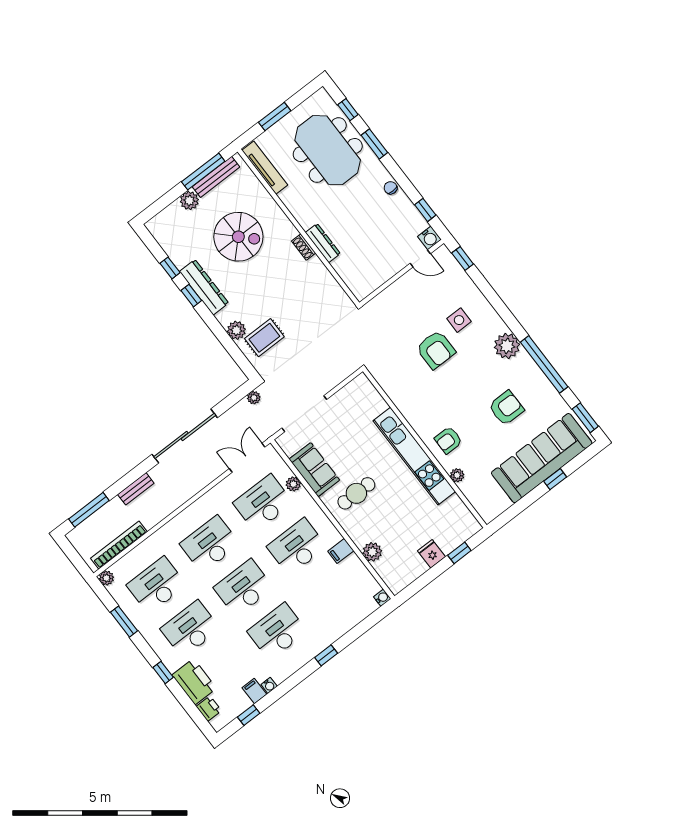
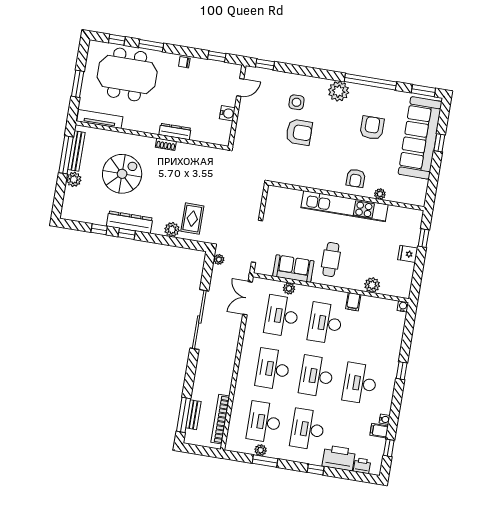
water cooler: (429, 238) -> (227, 113), moved
bench: (136, 489) -> (193, 415), moved
plant: (106, 578) -> (261, 450), moved

